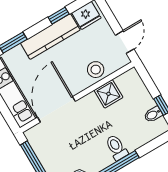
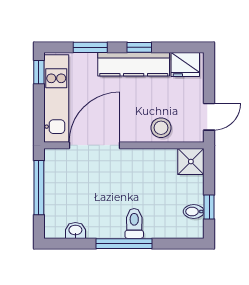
window: (59, 16) -> (139, 47), moved
shower: (108, 94) -> (191, 162), moved

